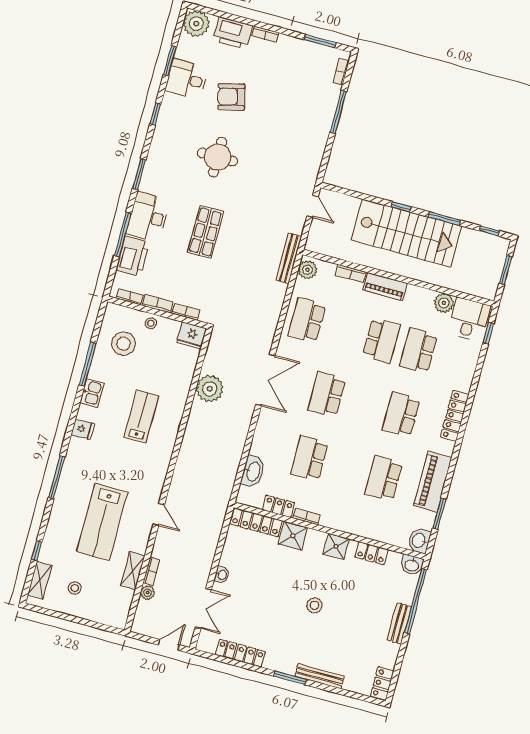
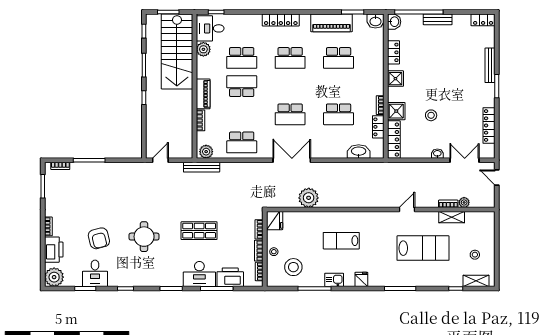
stairs: (406, 233) -> (177, 51), moved, turned 180
stool: (314, 605) -> (431, 115), moved

